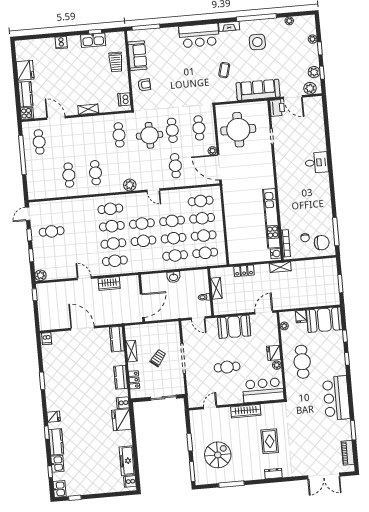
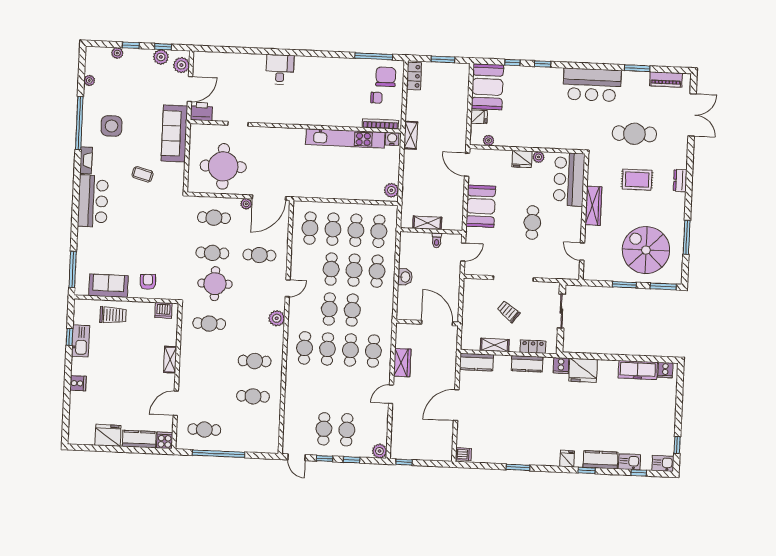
cafe table: (53, 249) -> (347, 430), added
plant: (237, 258) -> (391, 190), added
locker: (244, 271) -> (414, 76), moved
cafe table: (302, 362) -> (634, 134), moved
spiral stairs: (218, 455) -> (646, 250), width x1.37, depth x1.37

